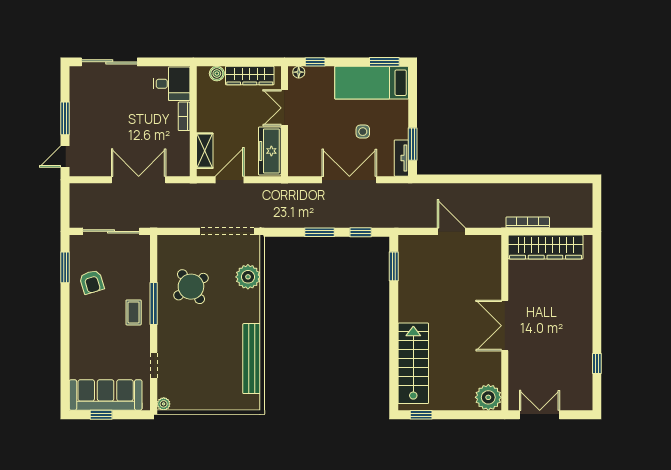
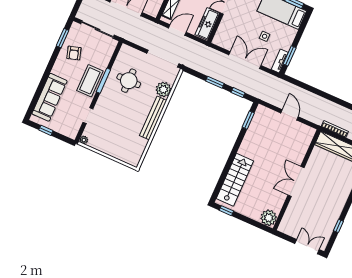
round table: (191, 287) -> (129, 81), turned 35
coffee table: (134, 312) -> (90, 81), width x1.86, depth x1.72
bench: (252, 359) -> (153, 118), moved
sofa: (106, 395) -> (49, 97), moved, turned 90
double door: (540, 415) -> (307, 247), moved

